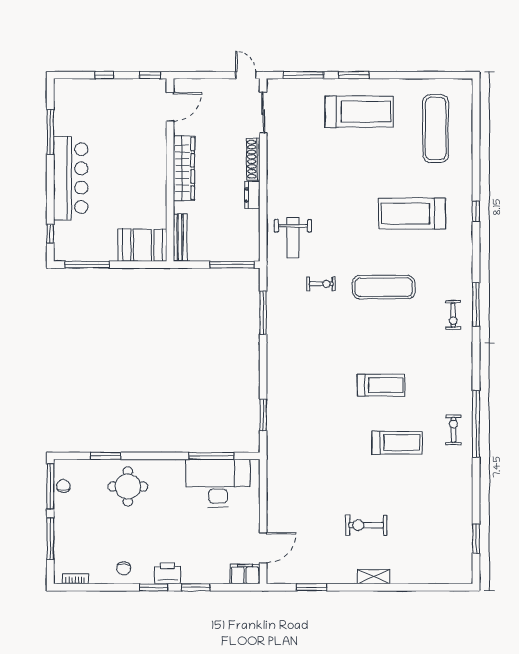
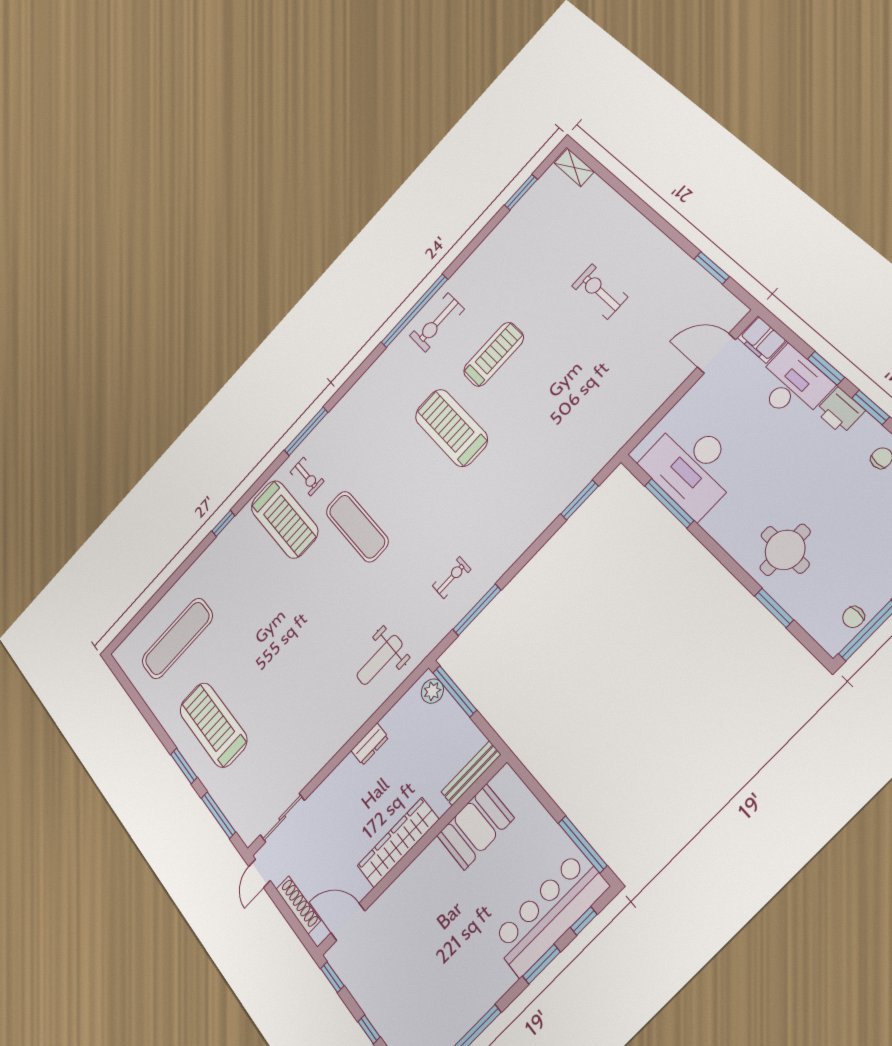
shoe rack: (253, 159) -> (298, 905), moved, turned -90
bar counter: (71, 178) -> (549, 913), moved
window: (50, 195) -> (541, 964), added
treadmill: (412, 214) -> (284, 519), moved
weight bench: (293, 238) -> (380, 660), turned 180
booth: (142, 245) -> (475, 827), moved, turned 90
plant: (245, 253) -> (432, 691), added
exercise bike: (321, 284) -> (452, 578), moved, turned 90
exercise bike: (453, 315) -> (307, 477), moved, turned 90
treadmill: (381, 385) -> (451, 428), width x1.37, depth x1.38
exercise bike: (453, 430) -> (437, 322), width x1.38, depth x1.39
treadmill: (397, 443) -> (494, 354), turned 90
exercise bike: (366, 525) -> (600, 292), turned 180
desk: (205, 565) -> (792, 385), added
shelving: (374, 577) -> (574, 167), moved

